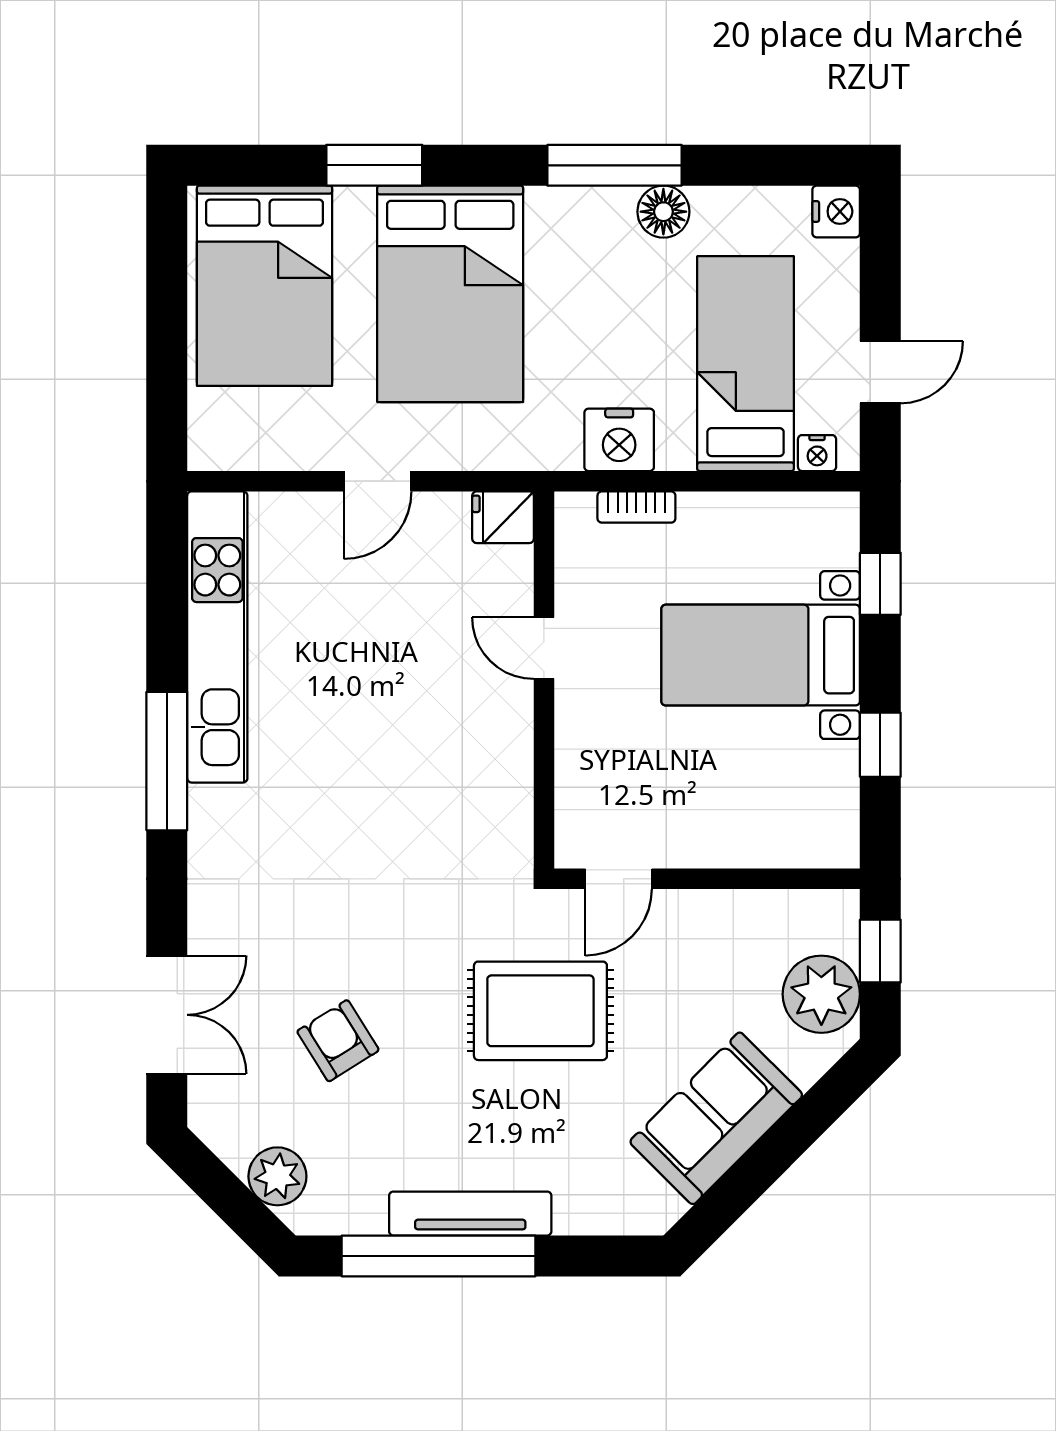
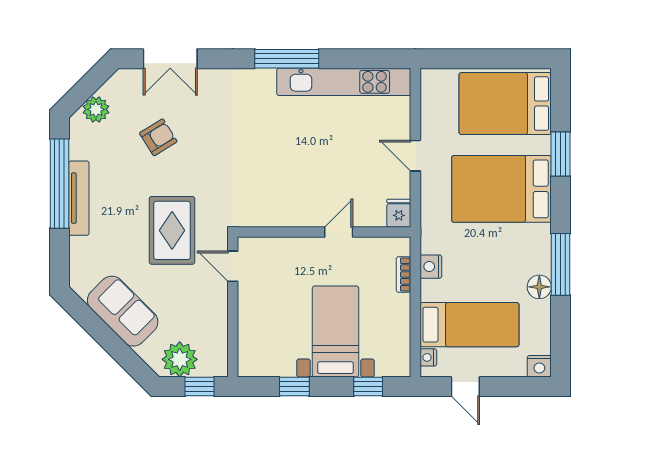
nightstand: (619, 440) -> (431, 267), width x0.74, depth x0.75

